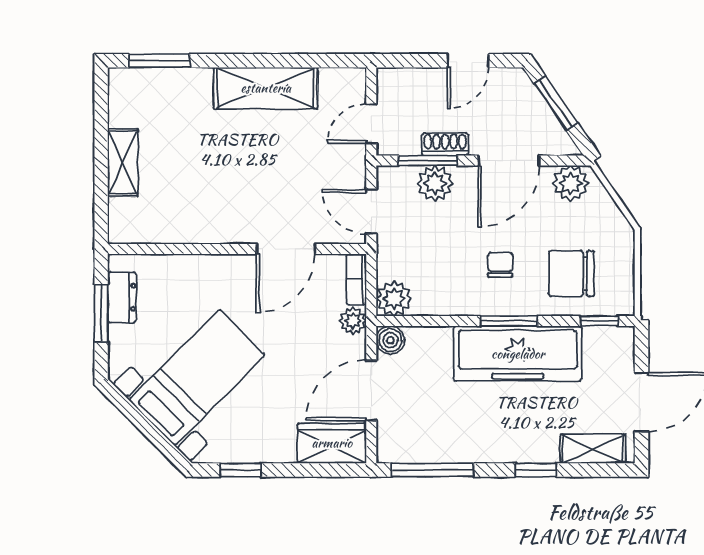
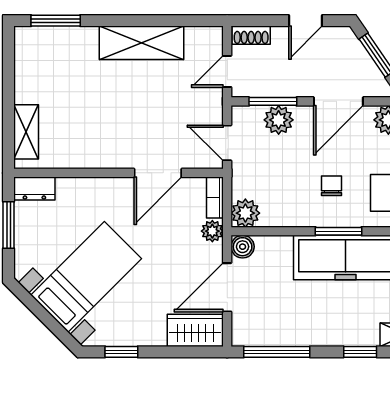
shoe rack: (445, 144) -> (251, 35), moved, turned 180
shelving: (123, 163) -> (26, 132), moved
dresser: (122, 297) -> (34, 189), moved, turned 90

